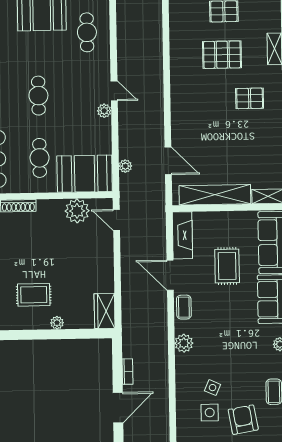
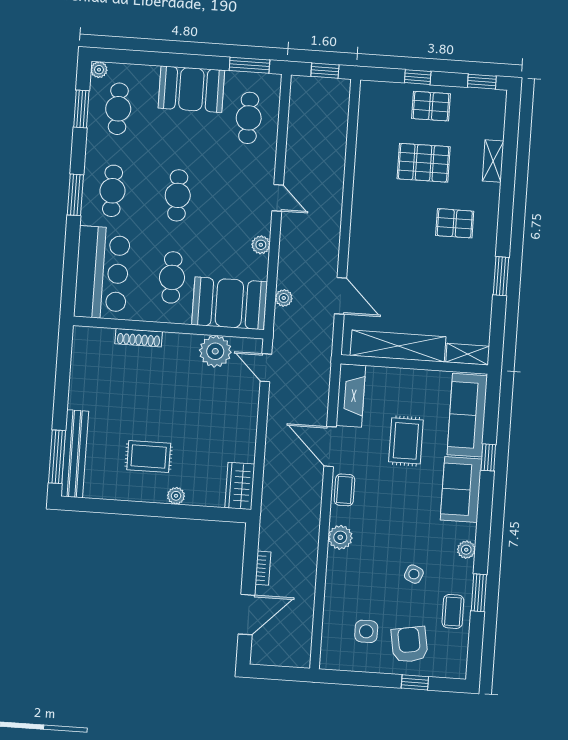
plant: (104, 111) -> (261, 245), moved
side table: (213, 388) -> (414, 574), moved

